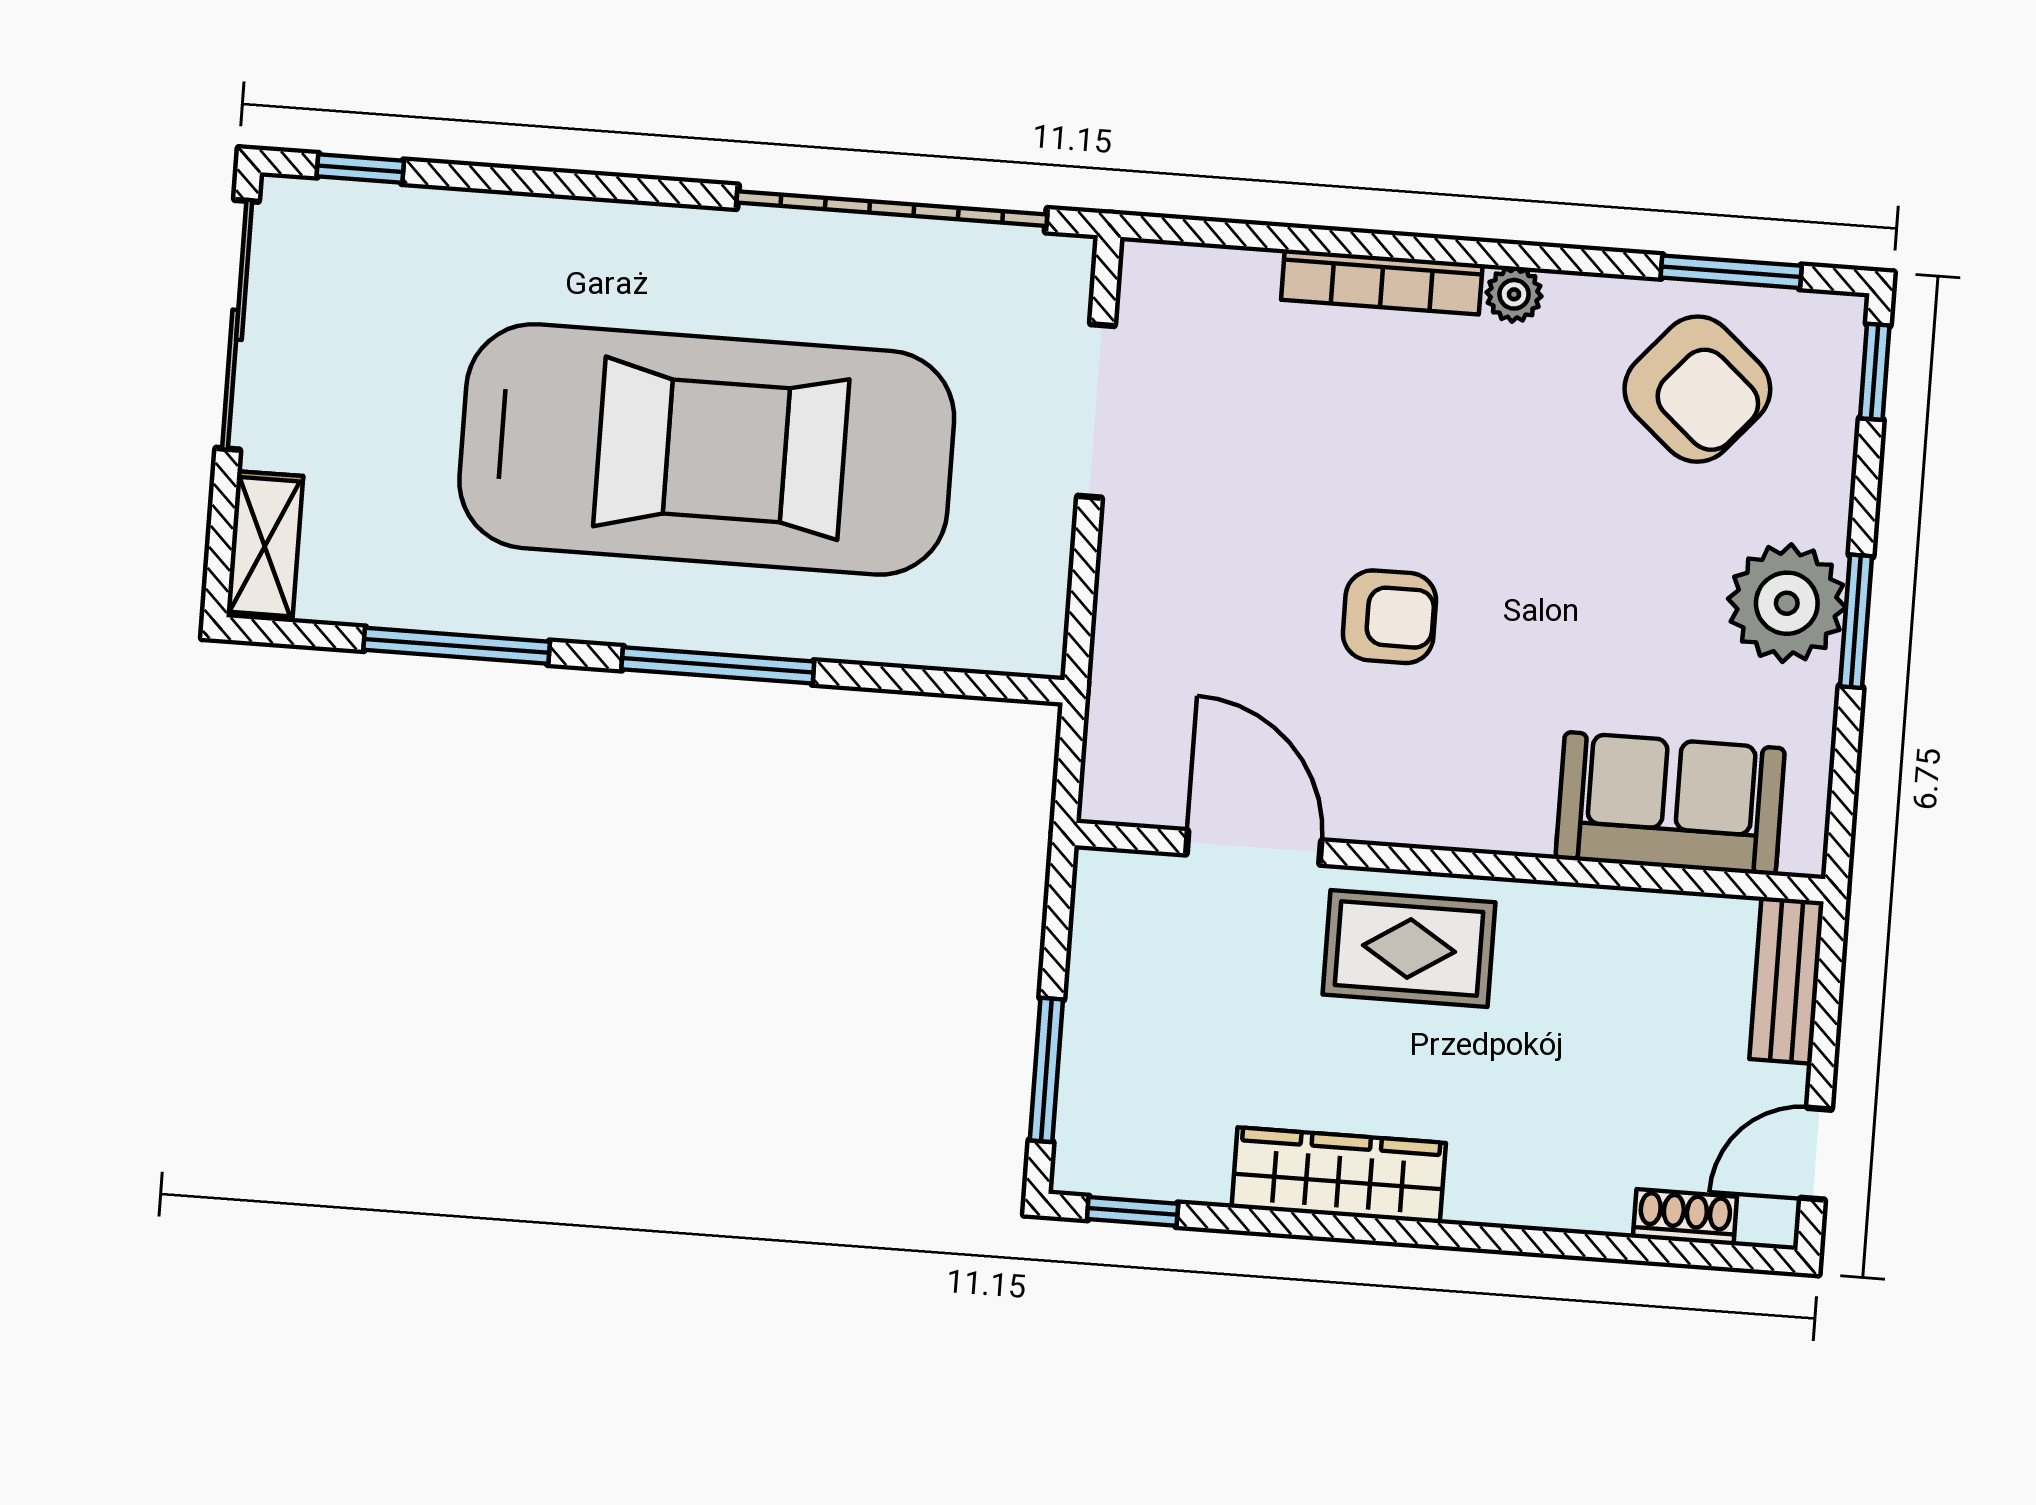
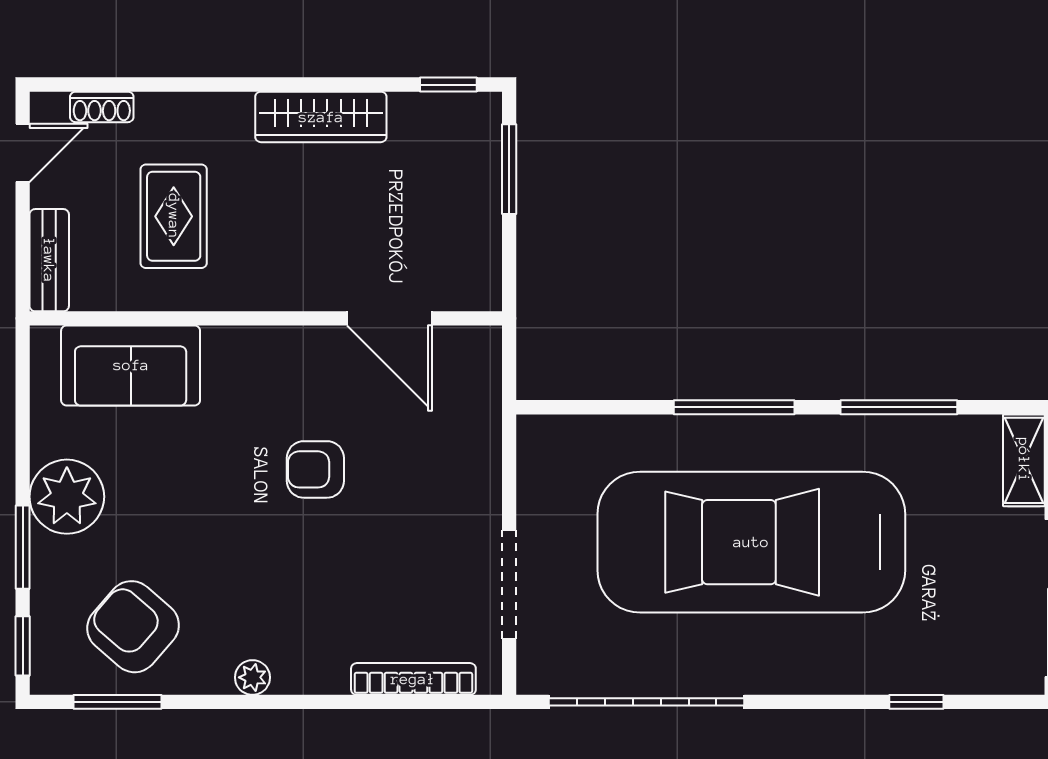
window: (360, 169) -> (916, 702), moved
bookcase: (1382, 282) -> (413, 679), moved
window: (1856, 621) -> (23, 547), moved
rug: (1409, 948) -> (174, 216), moved, turned 90

